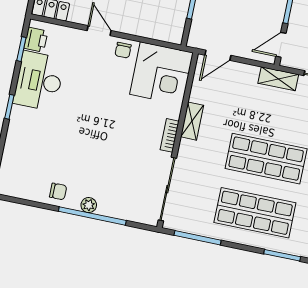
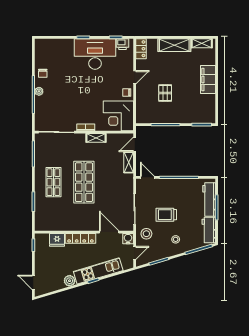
door: (218, 55) -> (135, 144), hinge flipped
shelving: (278, 79) -> (129, 162), moved
desk: (39, 81) -> (95, 54), width x1.36, depth x1.30
shop shelf: (255, 213) -> (53, 182), width x0.70, depth x0.74

